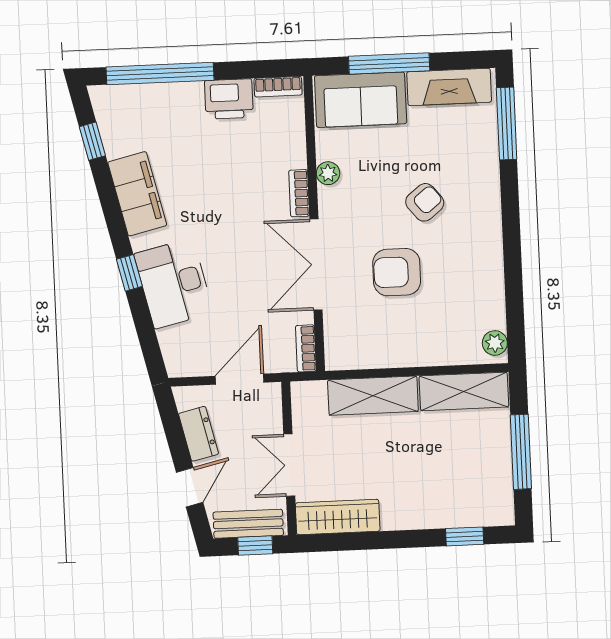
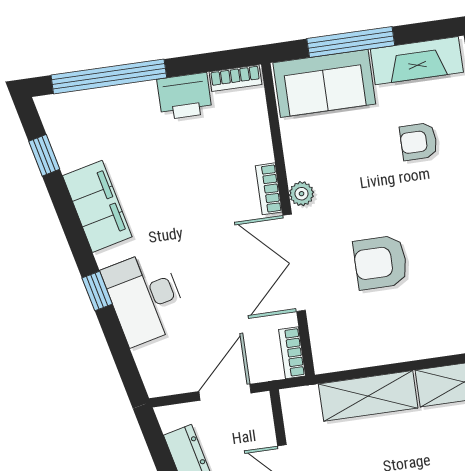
plant: (328, 173) -> (302, 194), moved
armchair: (425, 202) -> (419, 142), moved, turned -141

